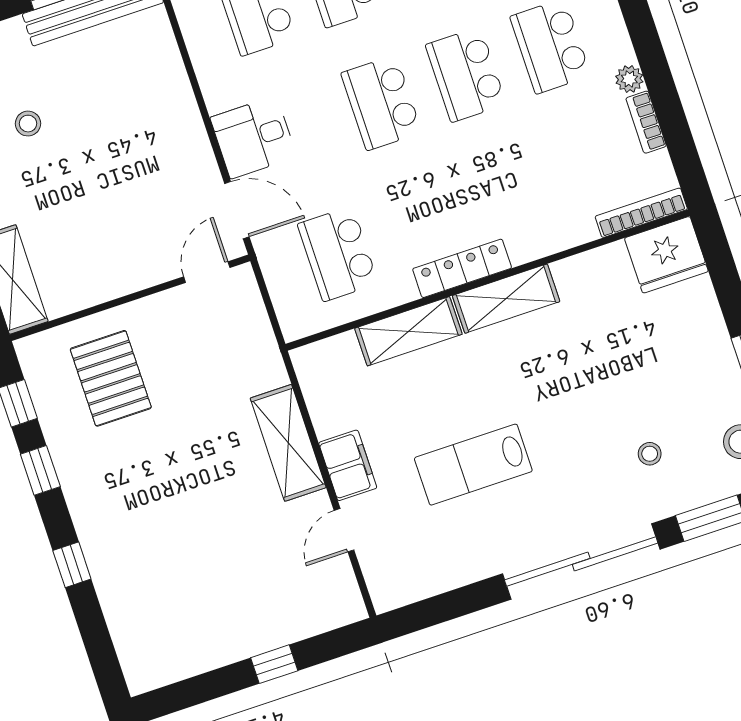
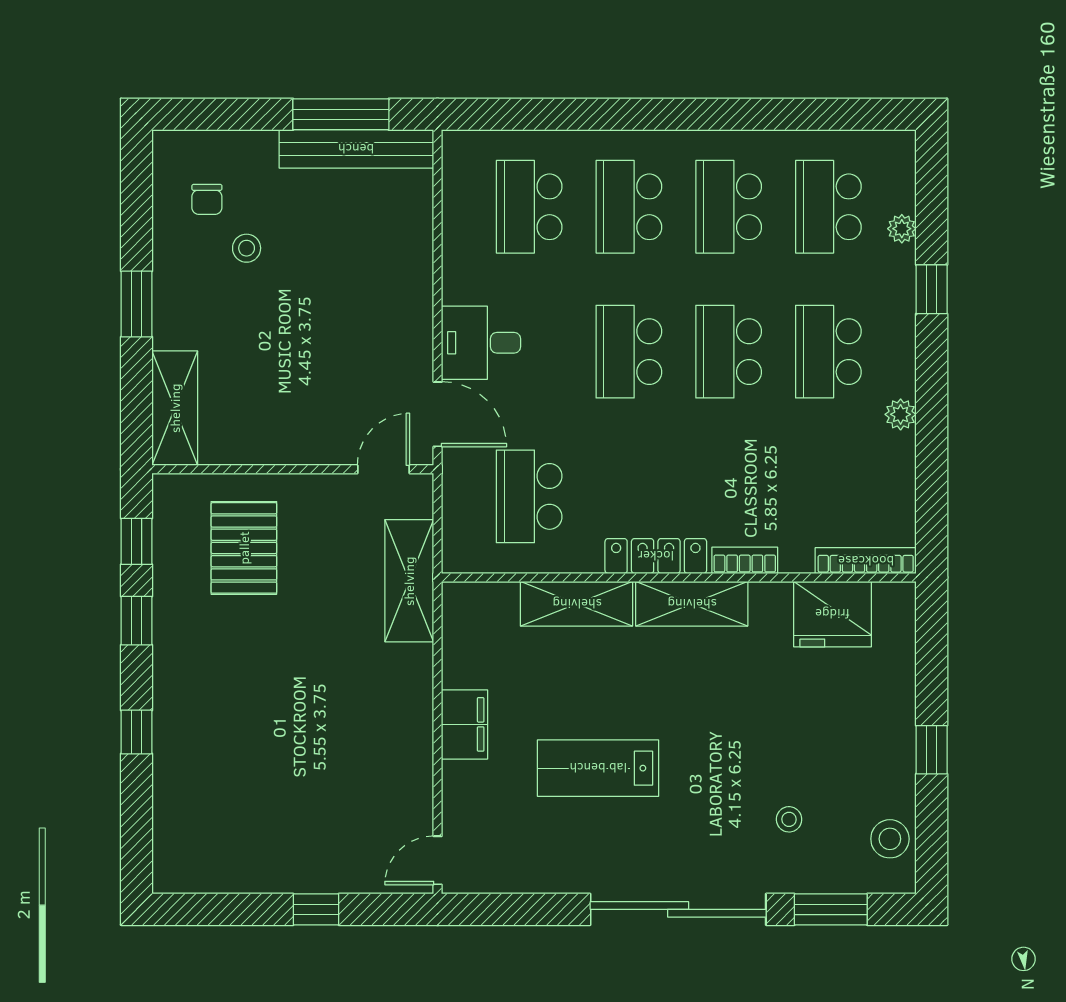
bookcase: (646, 122) -> (745, 560), moved, turned 90
fridge: (666, 255) -> (832, 614), moved
shelving: (288, 443) -> (409, 581), moved
door: (344, 530) -> (438, 860), moved

